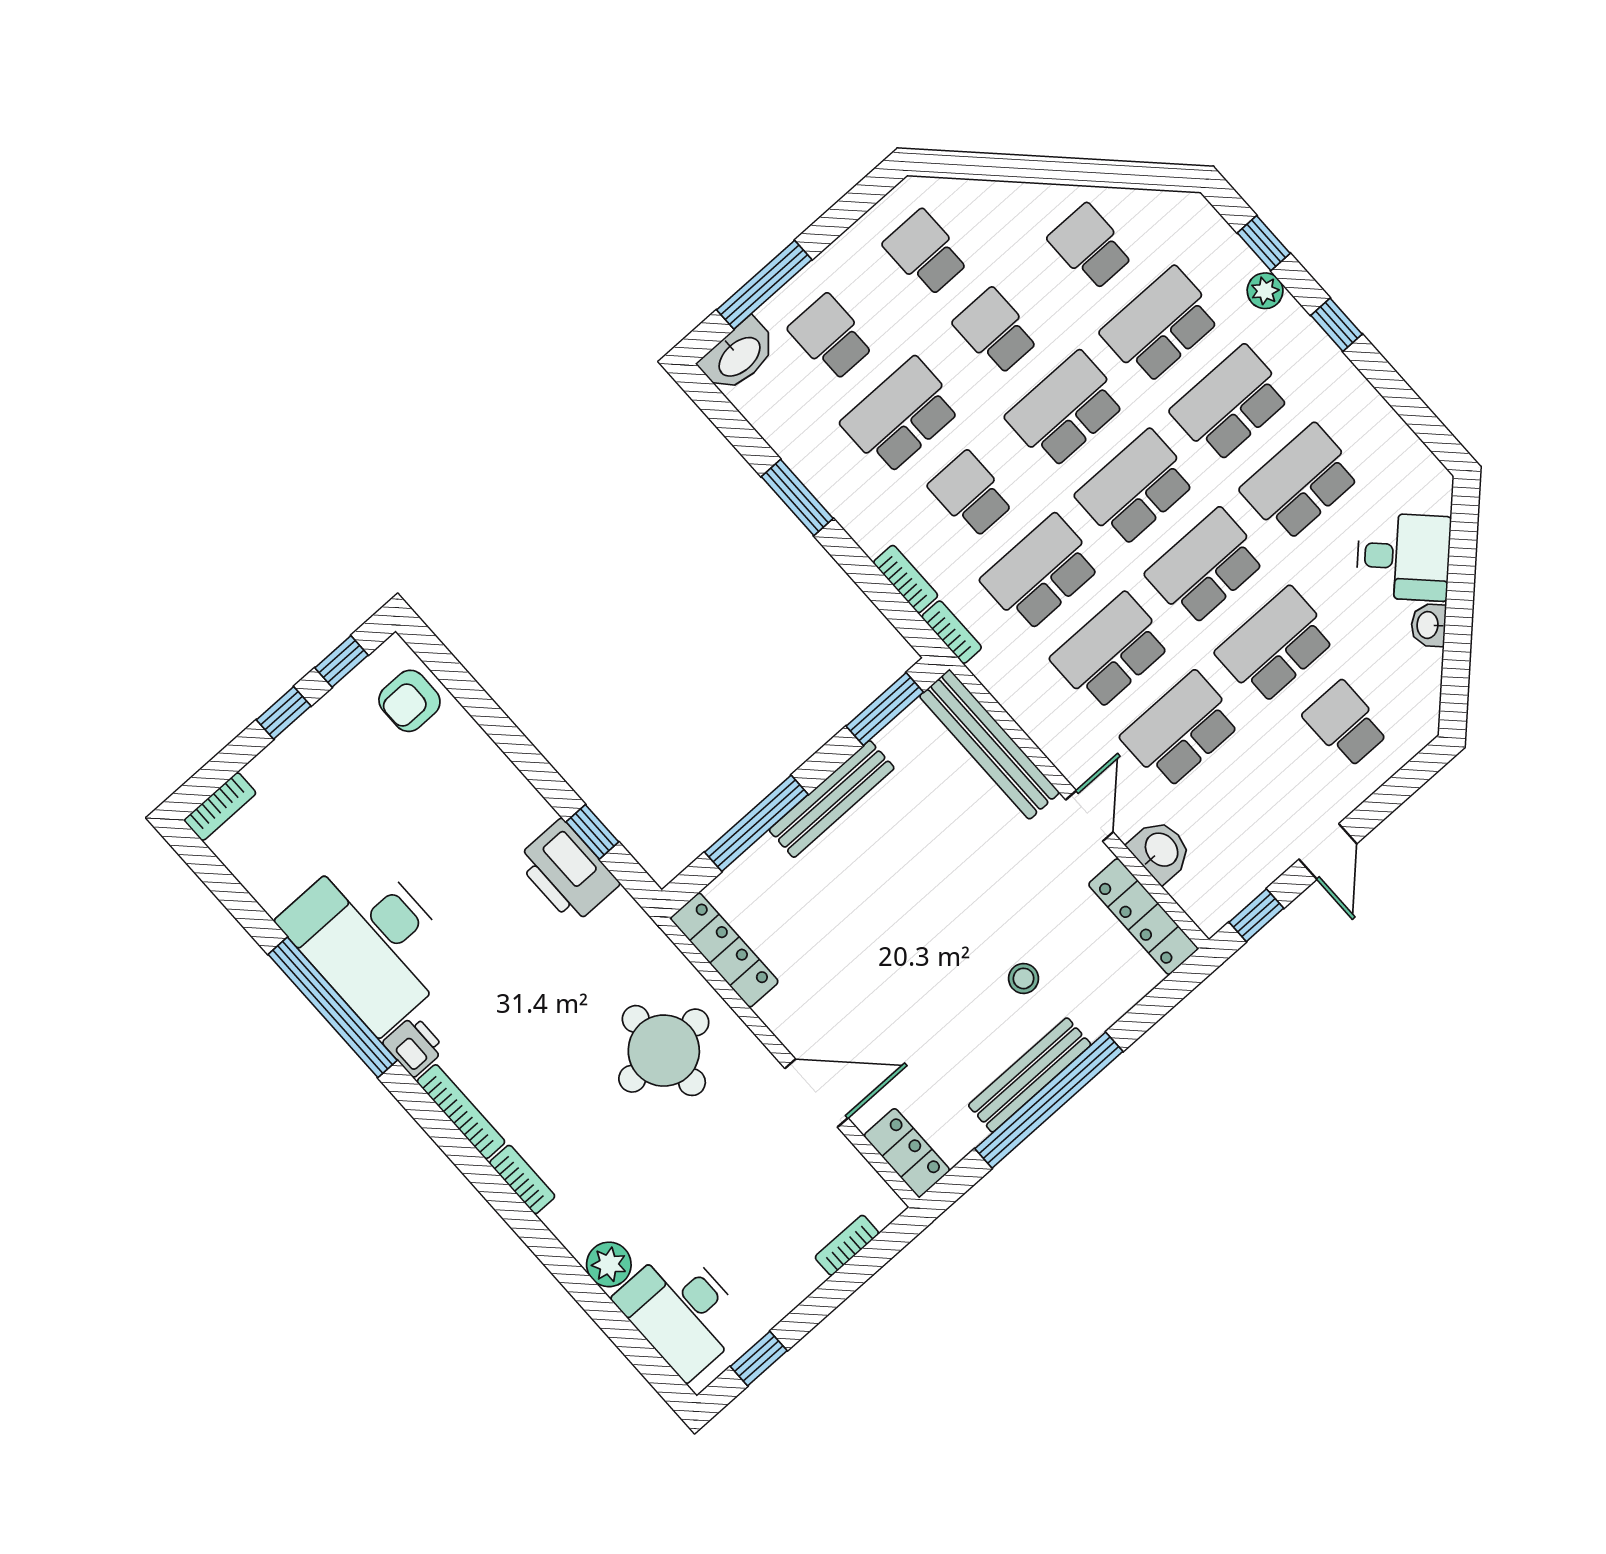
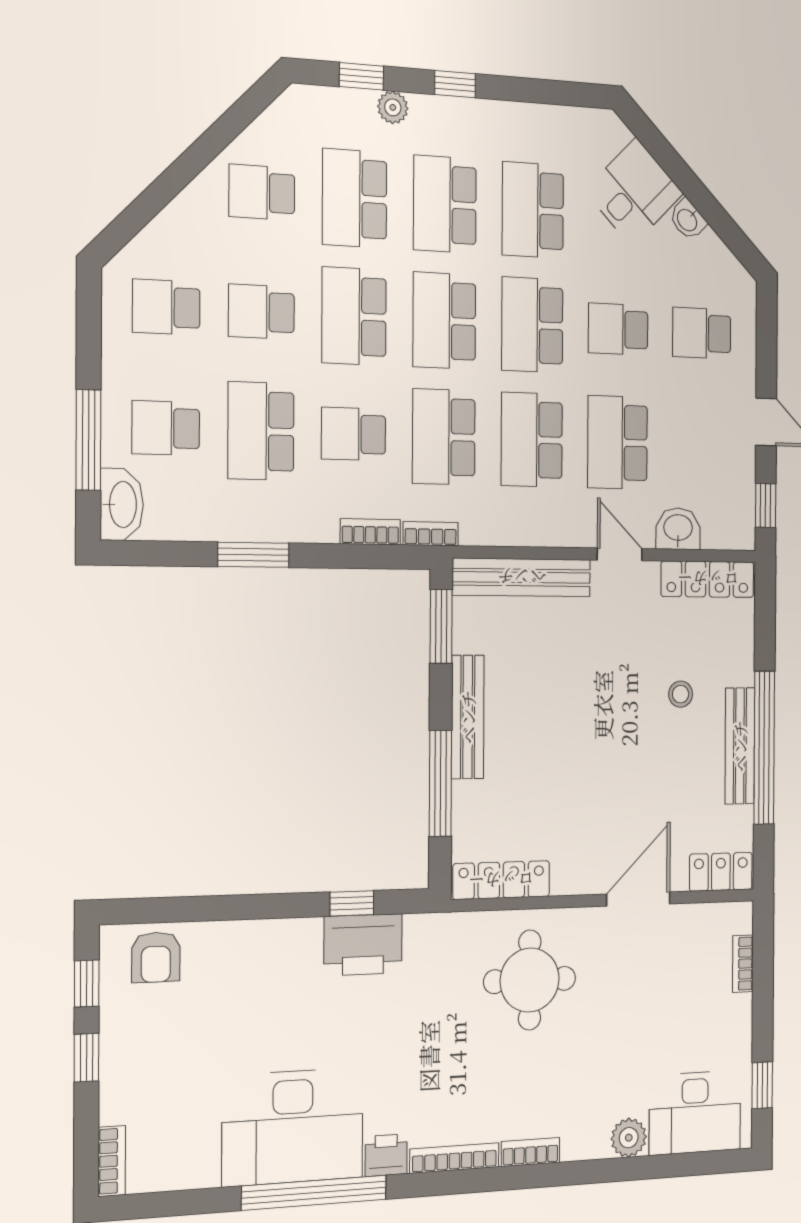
school desk: (1276, 645) -> (618, 329), width x0.54

